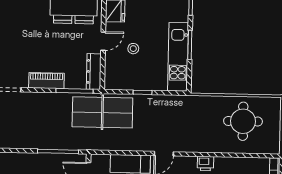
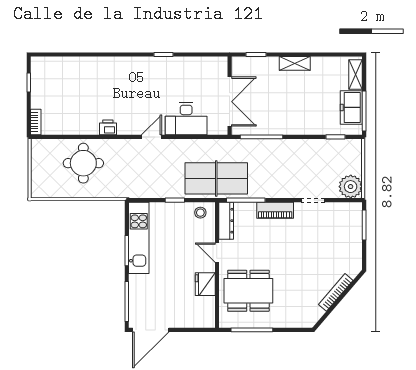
door: (103, 41) -> (217, 253), hinge flipped
stool: (133, 49) -> (200, 213), moved
round table: (243, 121) -> (83, 163), moved

